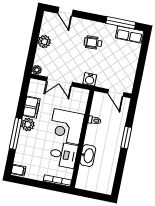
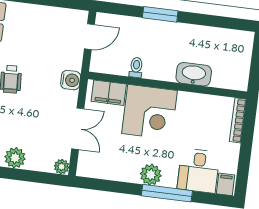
filing cabinet: (31, 107) -> (109, 93), moved, turned 180
desk: (64, 155) -> (198, 171), moved, turned 180

